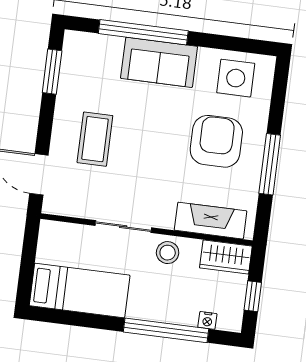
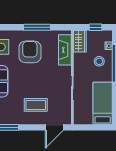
armchair: (216, 141) -> (30, 52), turned 90
stool: (168, 253) -> (99, 61), moved

